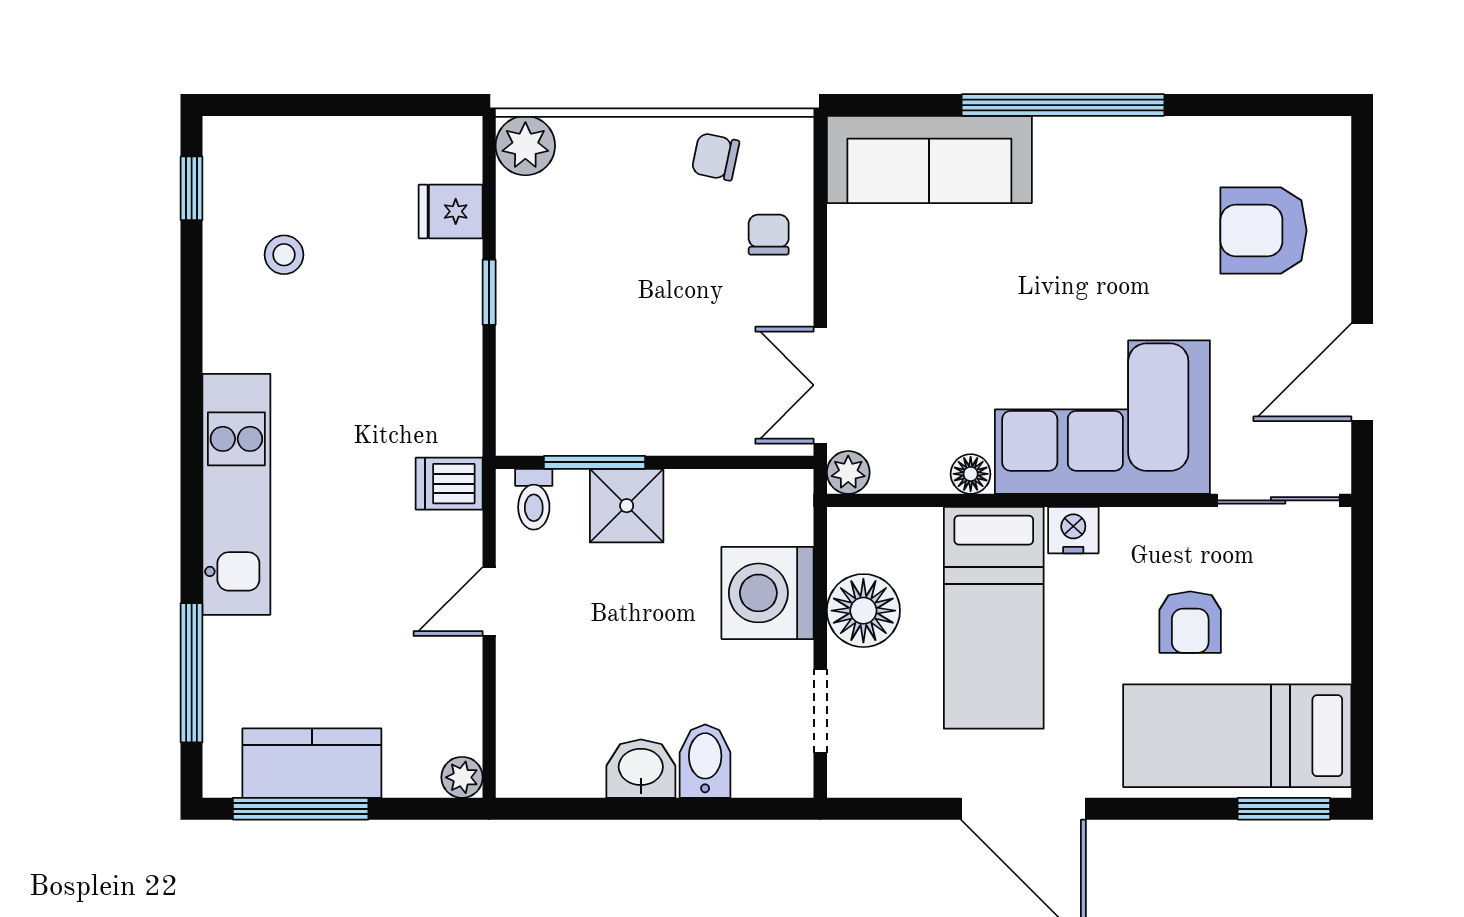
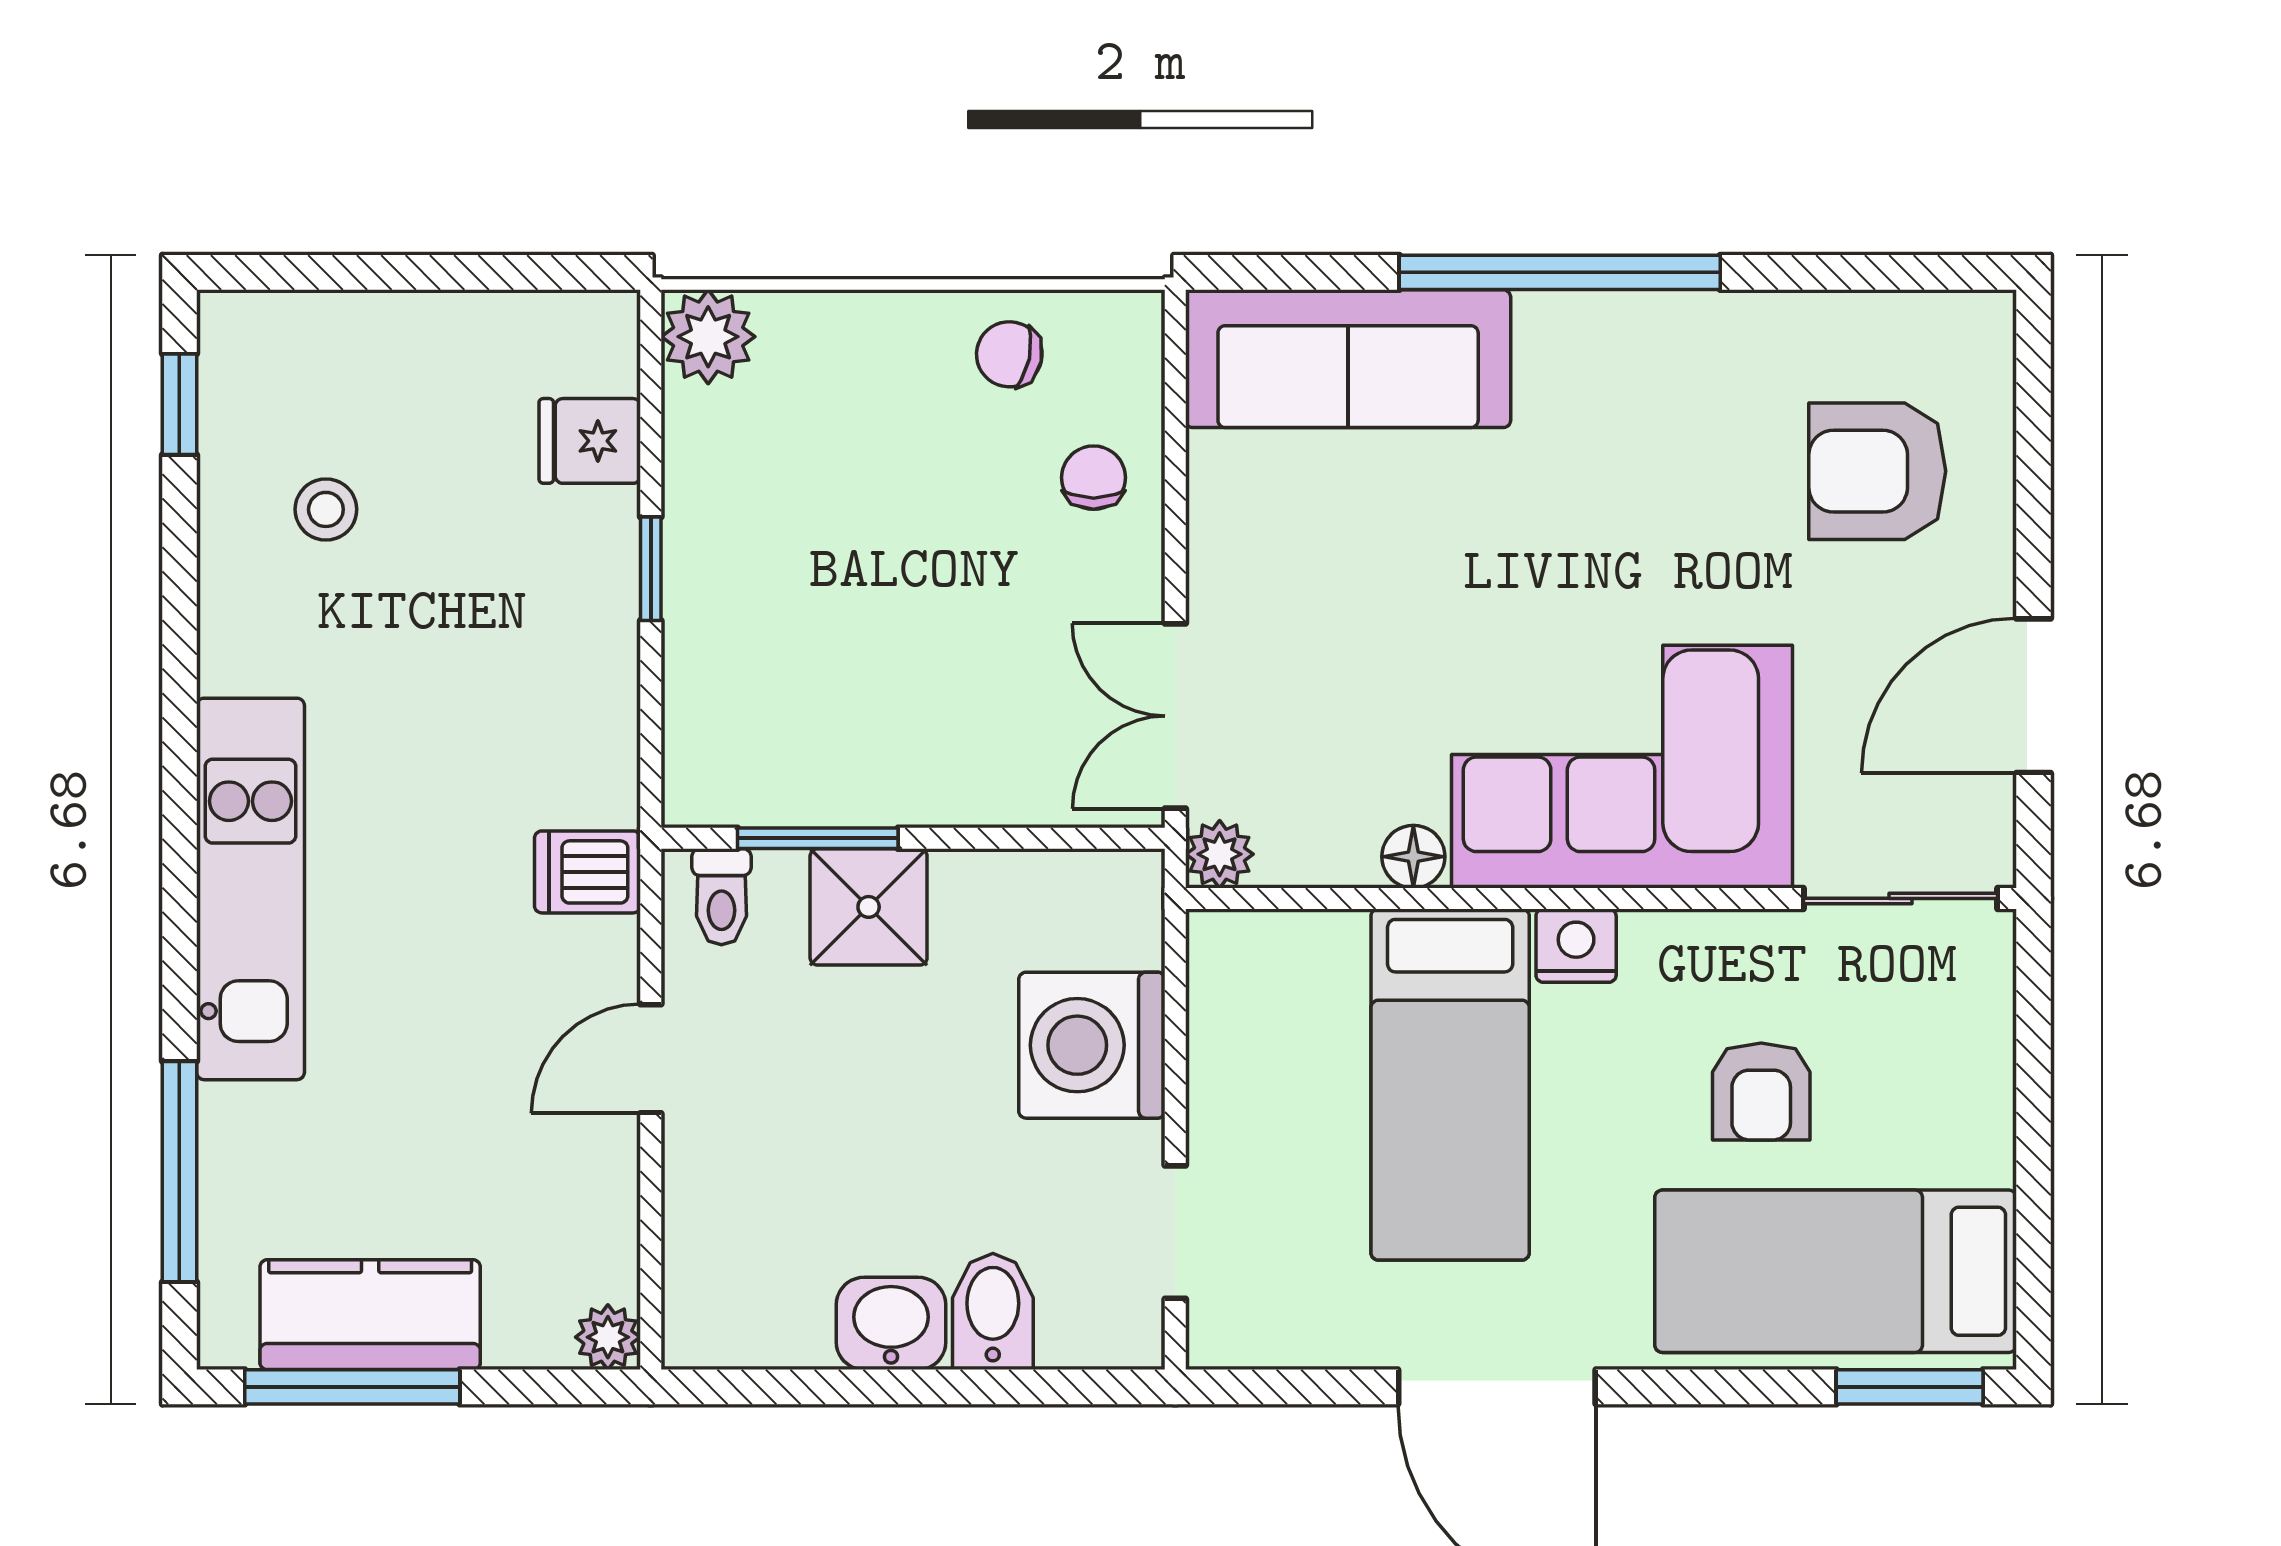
floor lamp: (863, 611) -> (1244, 1073), removed

